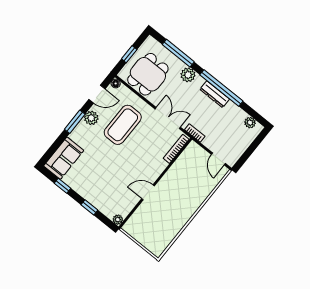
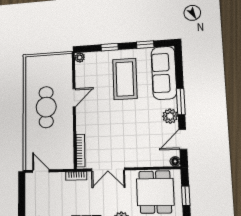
coffee table: (123, 125) -> (125, 79), moved
sofa: (64, 158) -> (164, 73), width x1.36
cafe table: (175, 204) -> (46, 107), added

